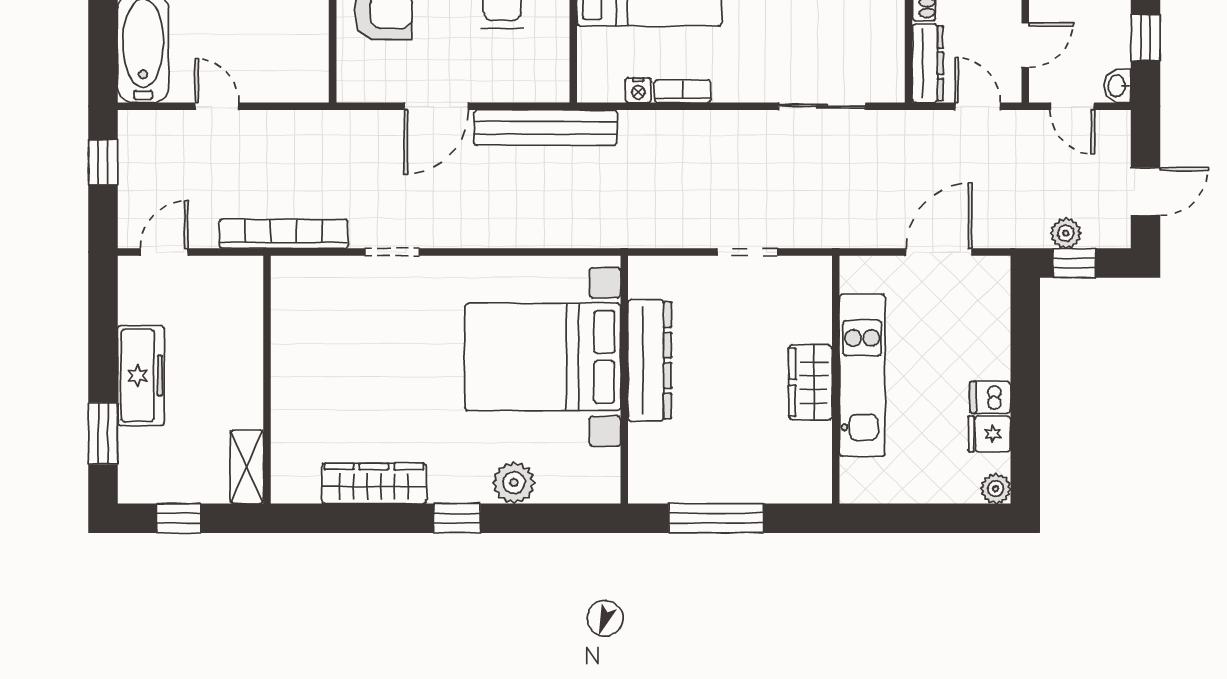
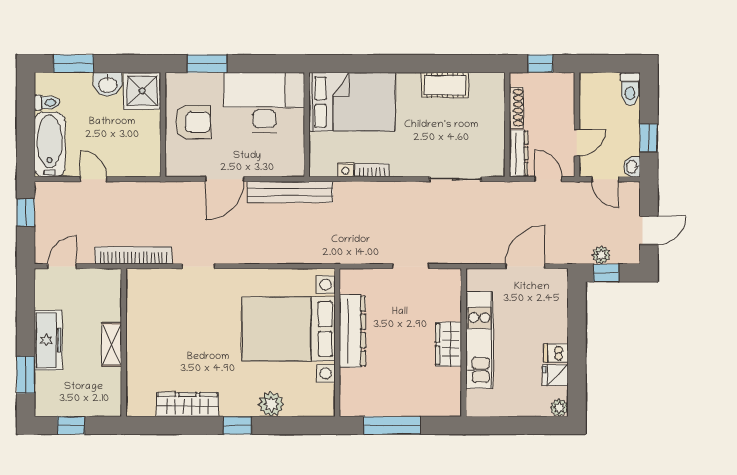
shelving: (247, 467) -> (112, 345), moved

